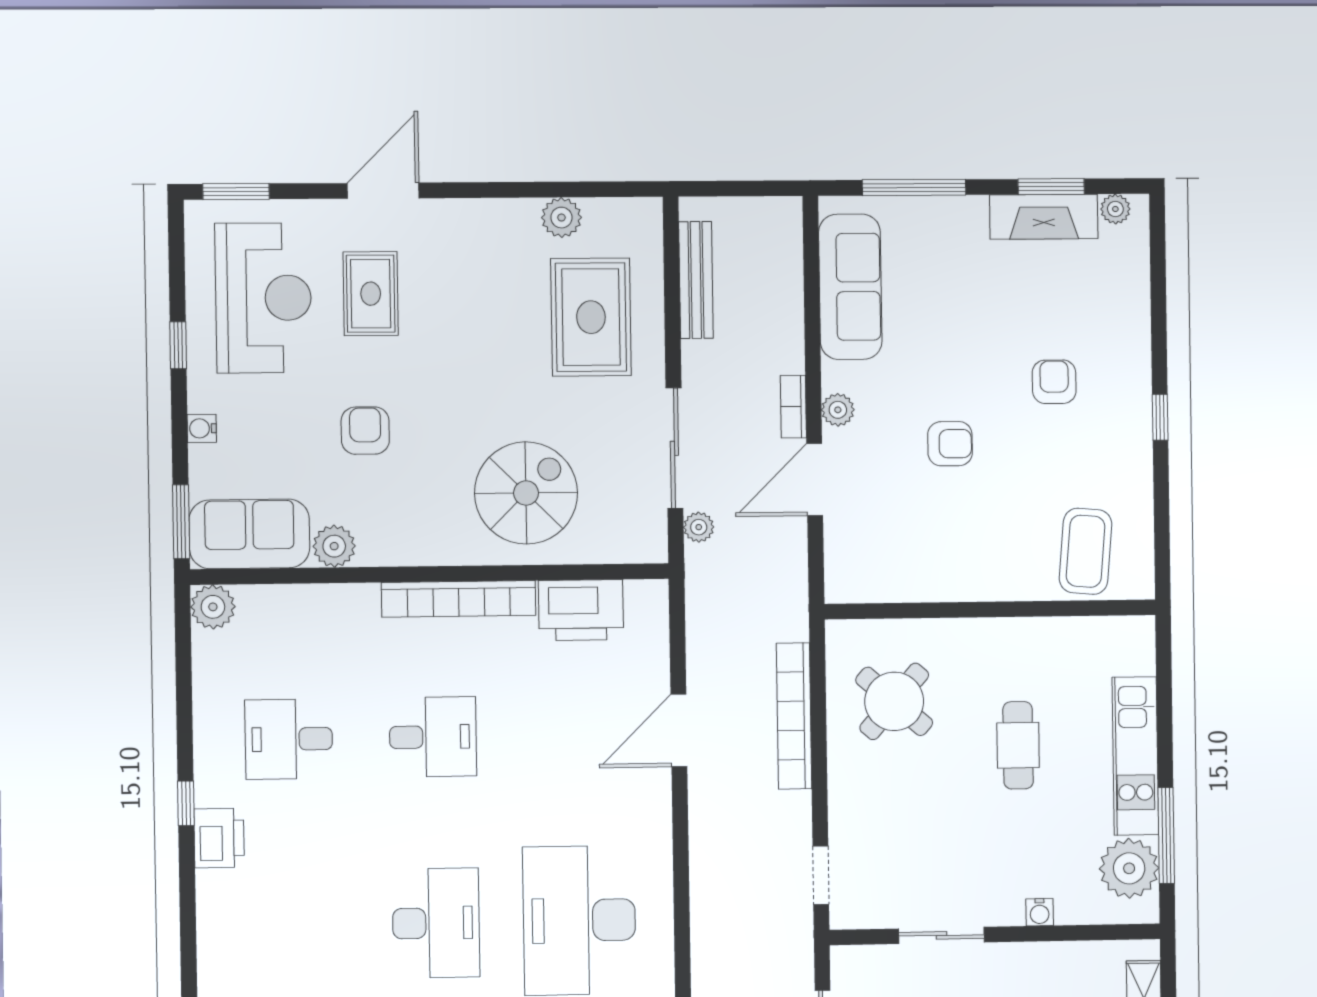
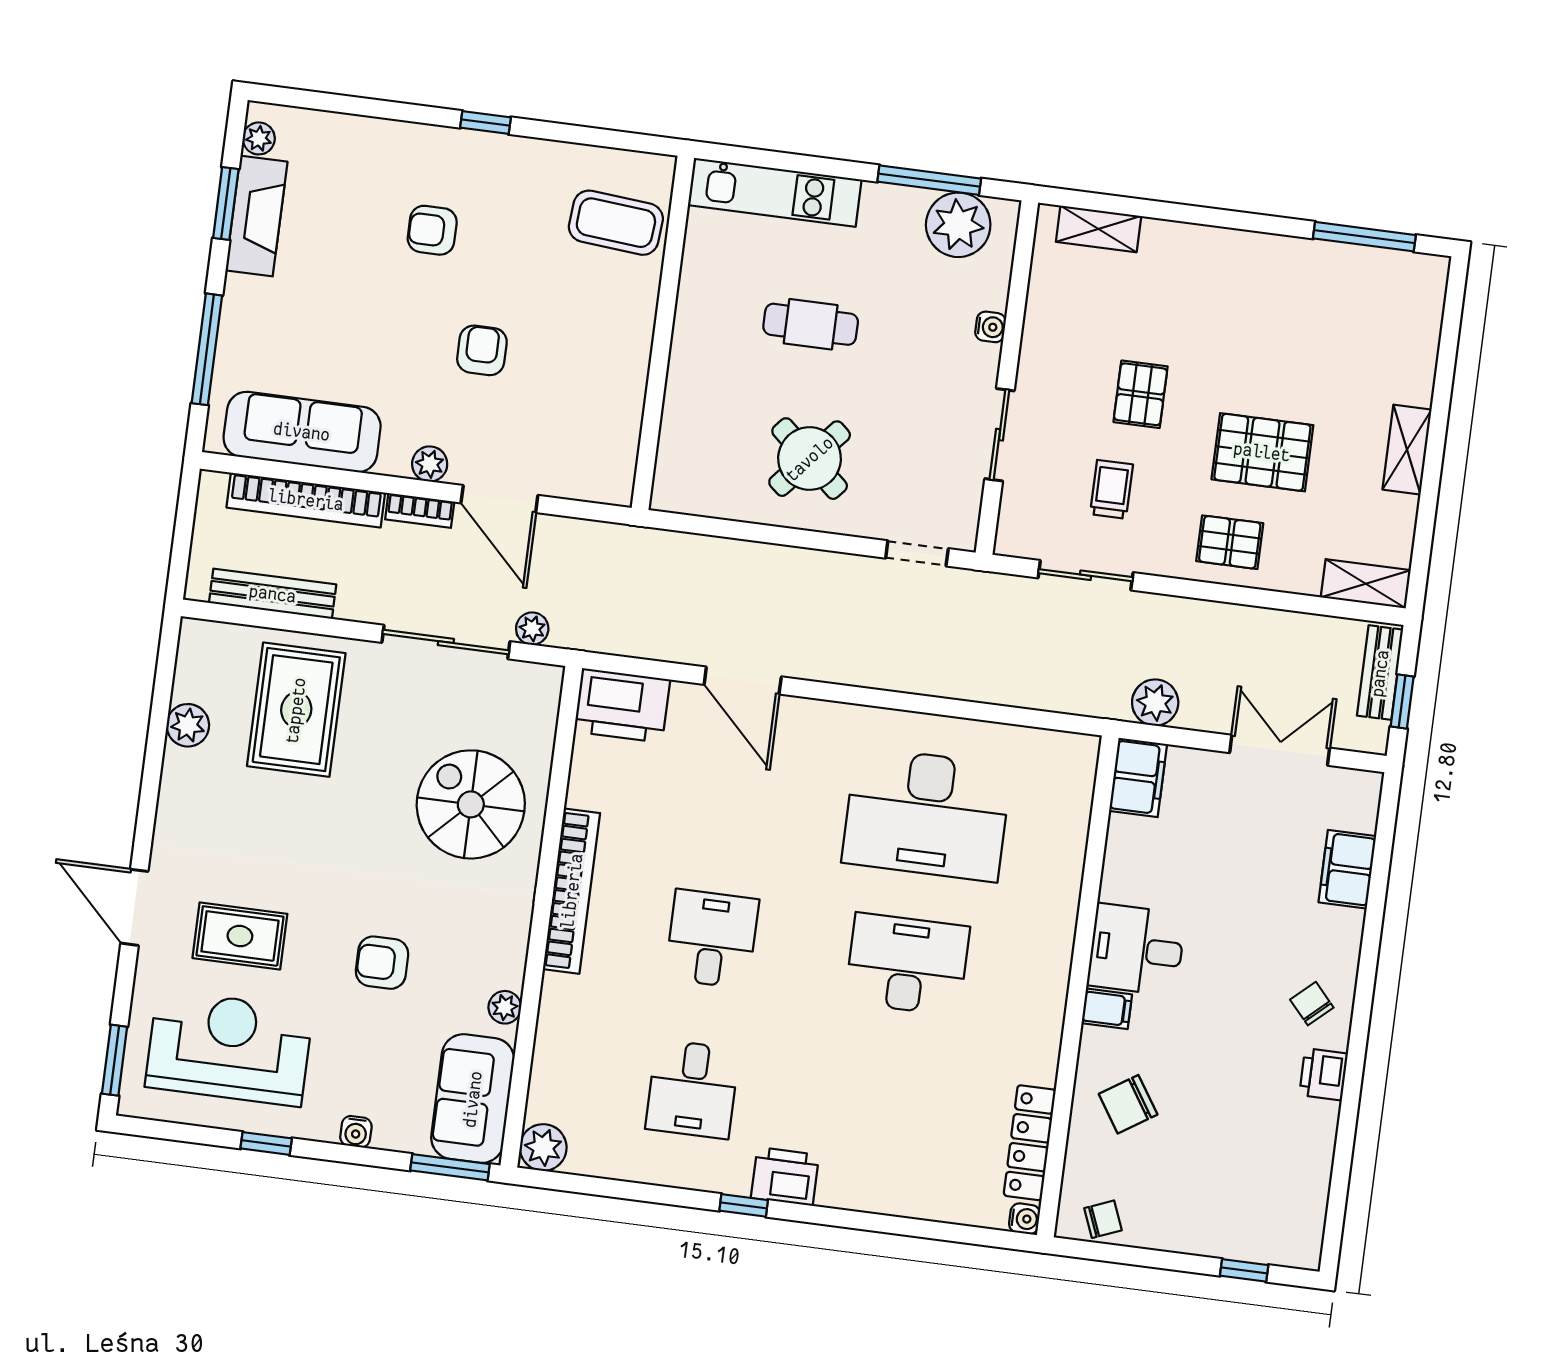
rug: (591, 317) -> (296, 710), turned 90
plant: (334, 546) -> (505, 1007), width x0.73, depth x0.73
printer: (581, 610) -> (622, 706), moved, turned 90
round table: (894, 701) -> (810, 459), moved
bookcase: (794, 716) -> (306, 500), moved
kitchen unit: (1135, 756) -> (775, 192), moved

